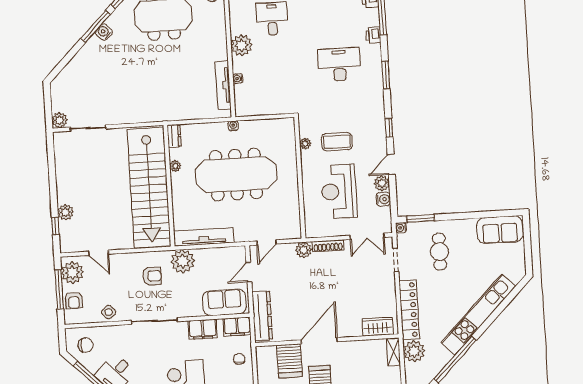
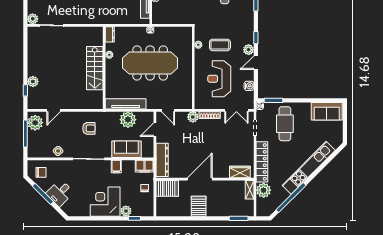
plant: (382, 183) -> (249, 50), moved
stairs: (149, 188) -> (95, 68), width x0.54, depth x0.66
door: (266, 242) -> (168, 110), hinge flipped
cafe table: (439, 252) -> (285, 124), width x1.37, depth x1.35
door: (99, 253) -> (54, 110), hinge flipped
plant: (183, 261) -> (128, 120), moved
armchair: (74, 300) -> (35, 142), removed
sofa: (224, 302) -> (126, 149), moved
filing cabinet: (203, 329) -> (116, 166), width x0.50
server rack: (290, 361) -> (167, 188), moved, turned -90

